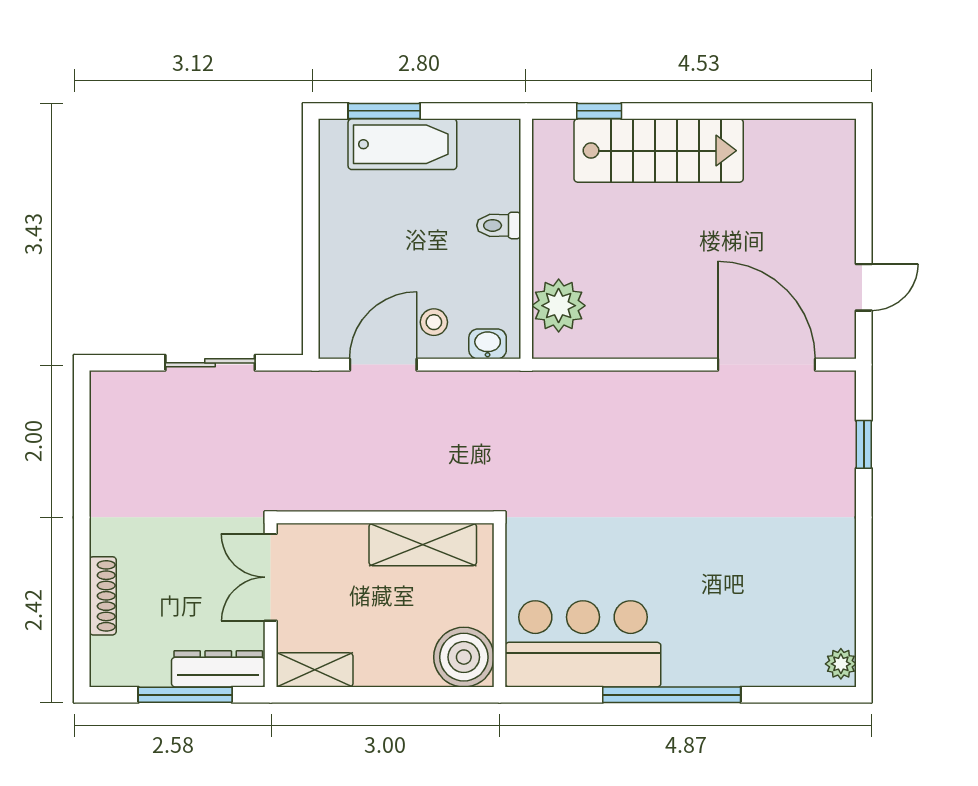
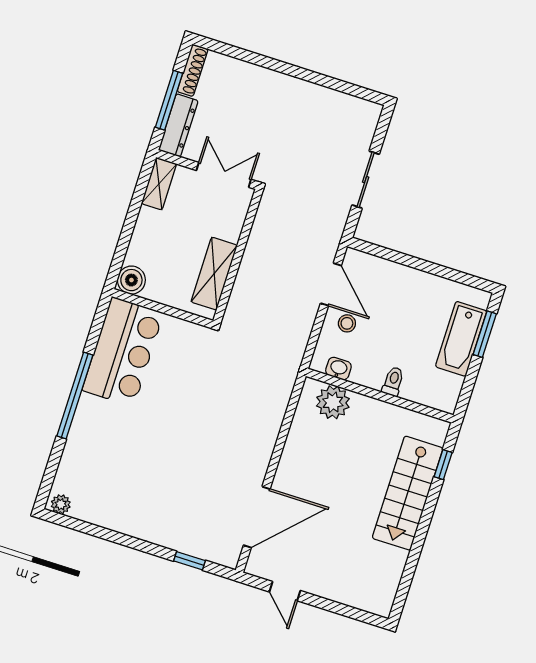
washbasin: (488, 344) -> (338, 369), moved, turned -90
shoe rack: (103, 596) -> (193, 70), moved, turned -90
boiler: (464, 657) -> (131, 280), width x0.73, depth x0.73

